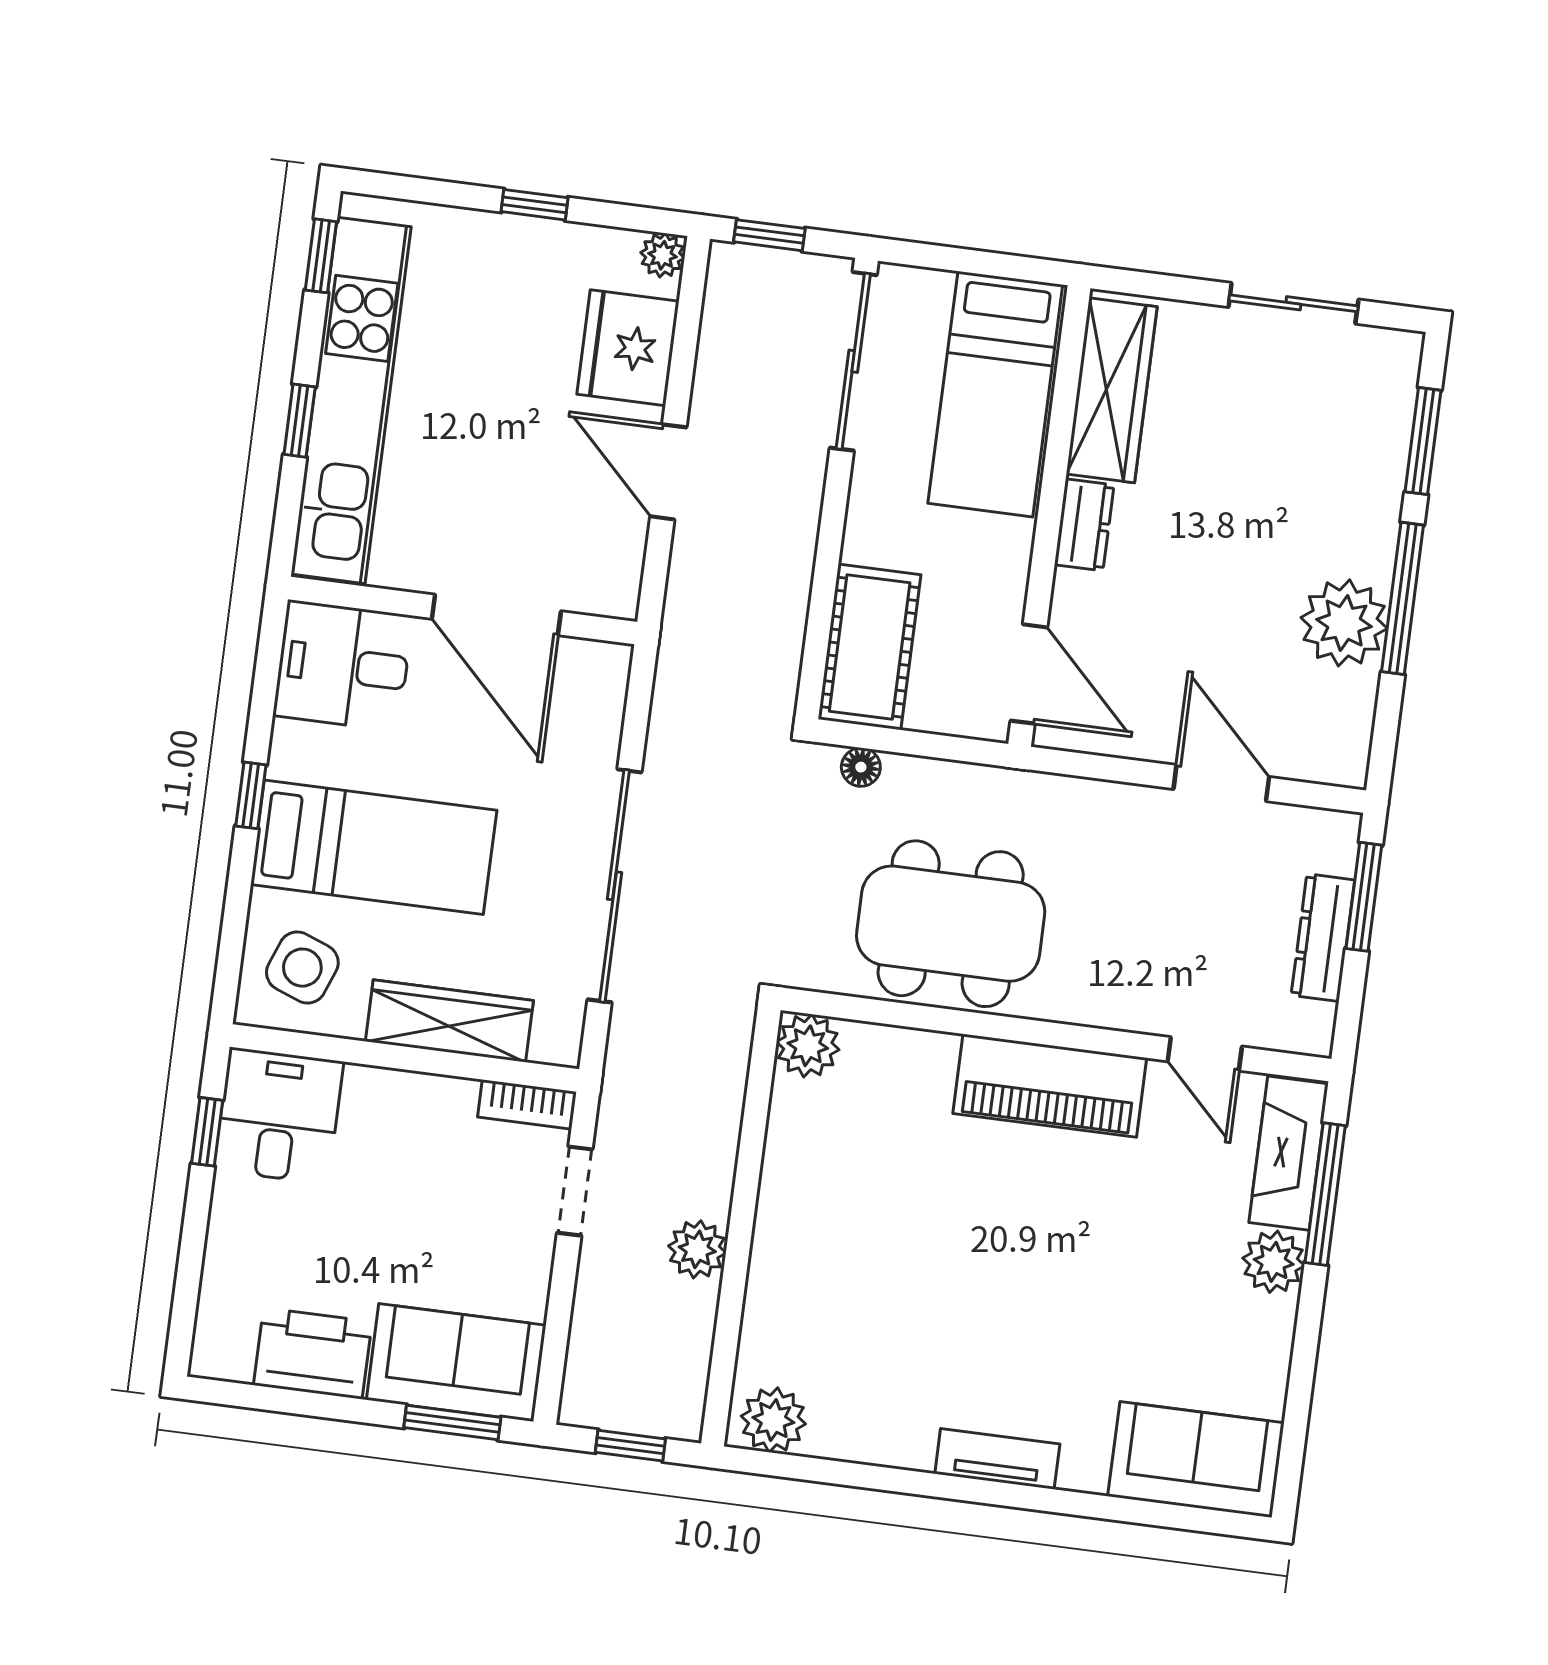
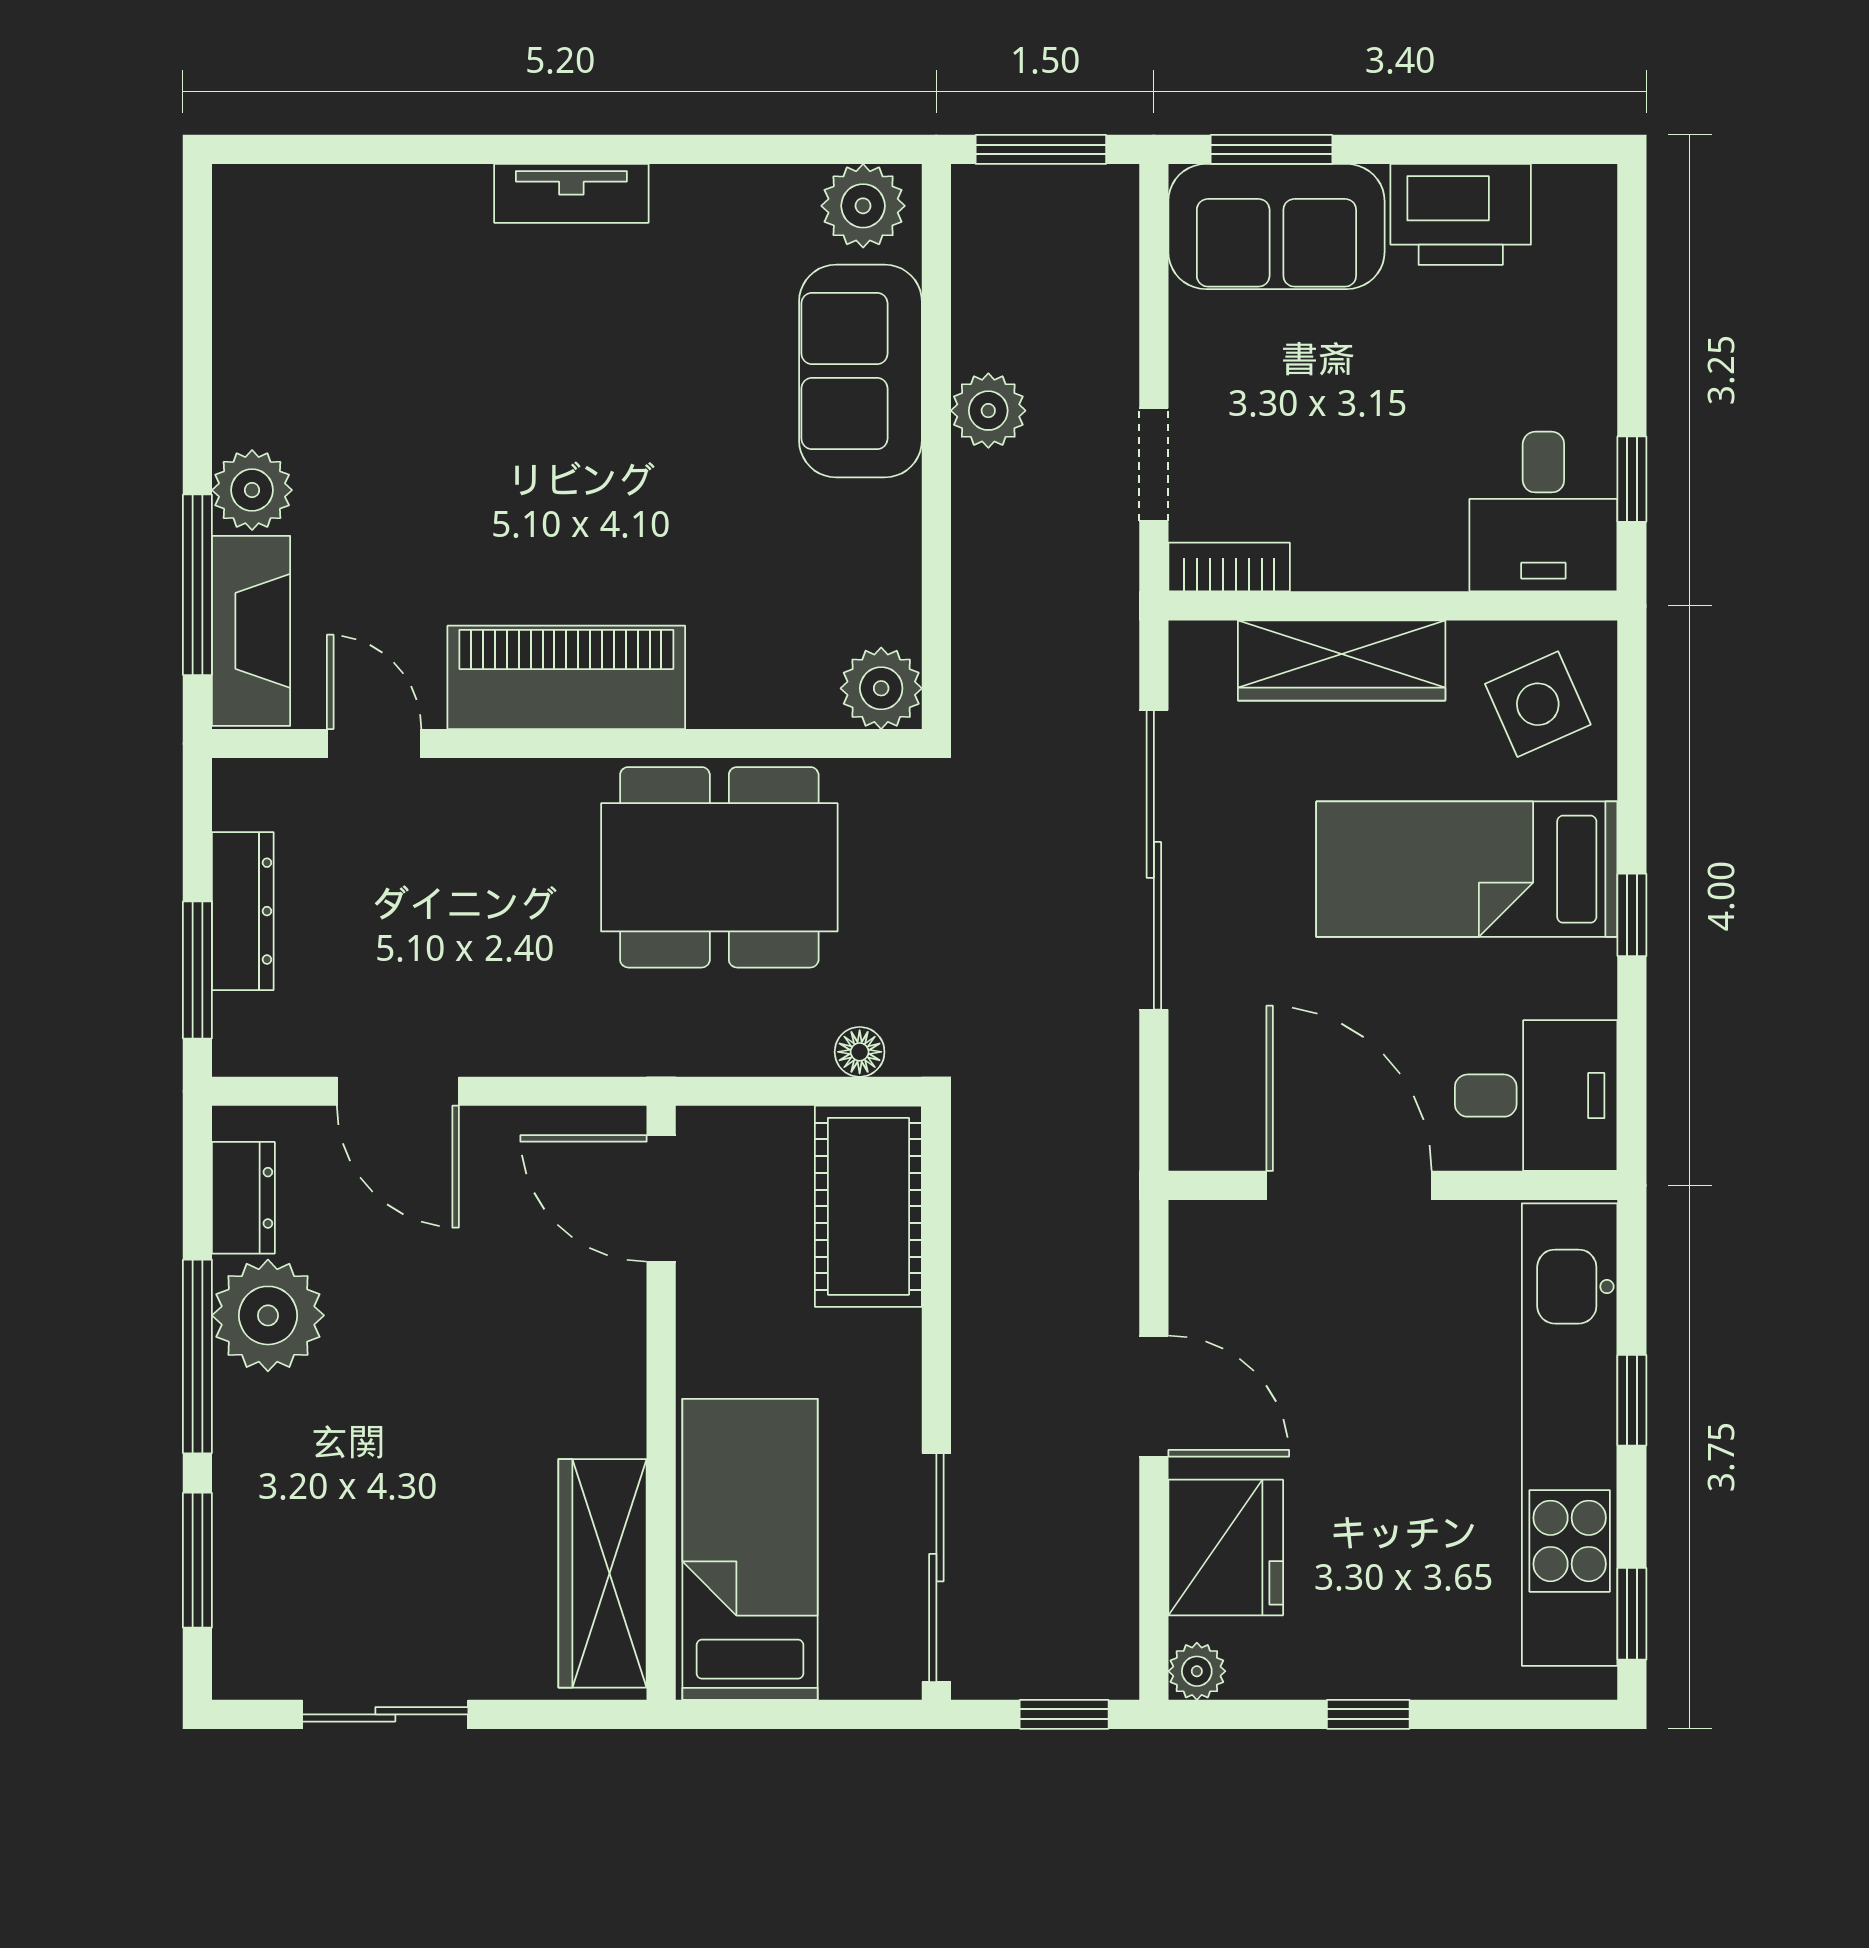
dresser: (1084, 525) -> (243, 1198), moved, turned 180
side table: (302, 968) -> (1538, 704), turned 45
window: (630, 1446) -> (1041, 149), width x1.50
sofa: (1196, 1459) -> (860, 371), moved, turned 90

